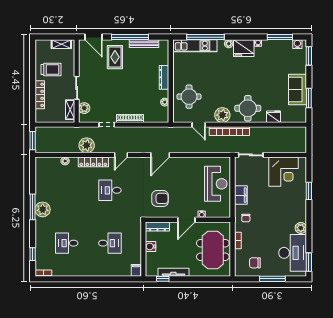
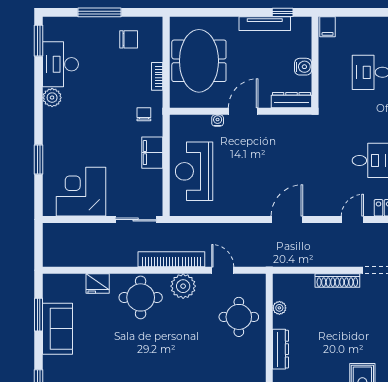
armchair: (160, 198) -> (287, 147), removed
desk: (293, 253) -> (60, 64), width x0.73, depth x0.77

